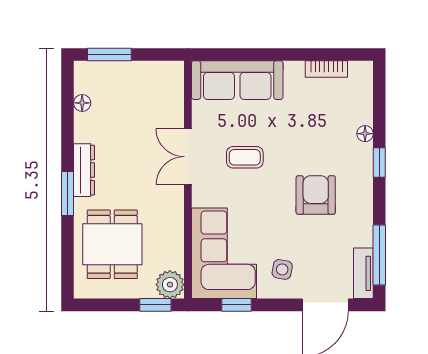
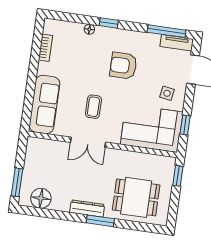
floor lamp: (82, 103) -> (41, 198), width x1.89, depth x1.89
plant: (170, 285) -> (166, 165), removed

